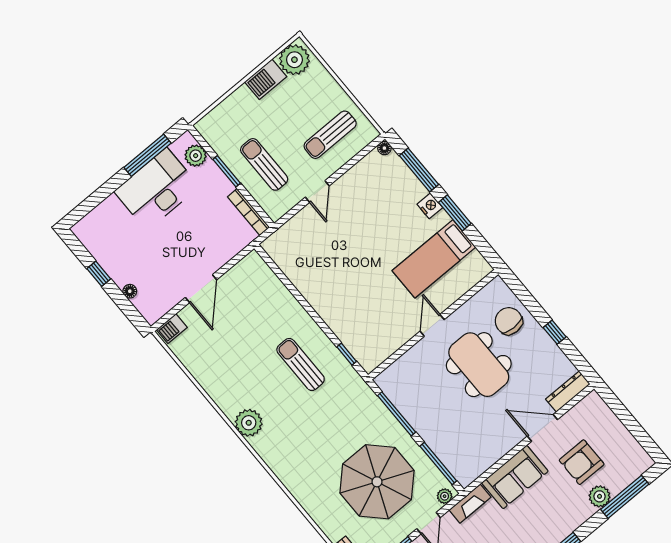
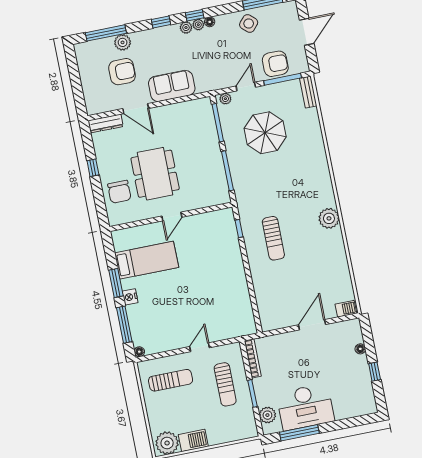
parasol: (377, 482) -> (265, 133), width x0.73, depth x0.73
fireplace: (470, 504) -> (211, 85), removed

